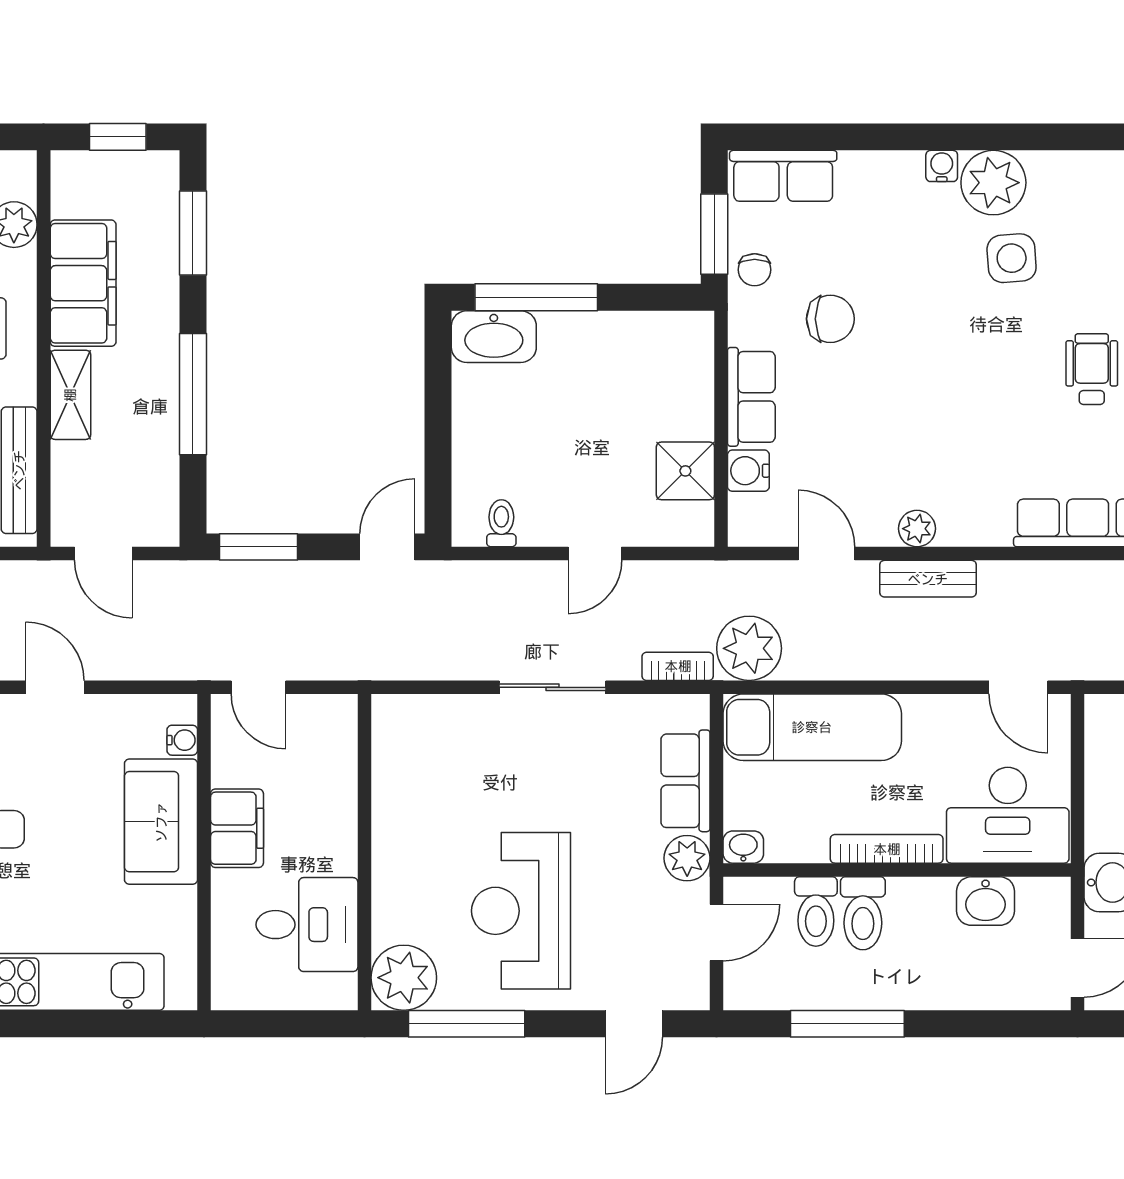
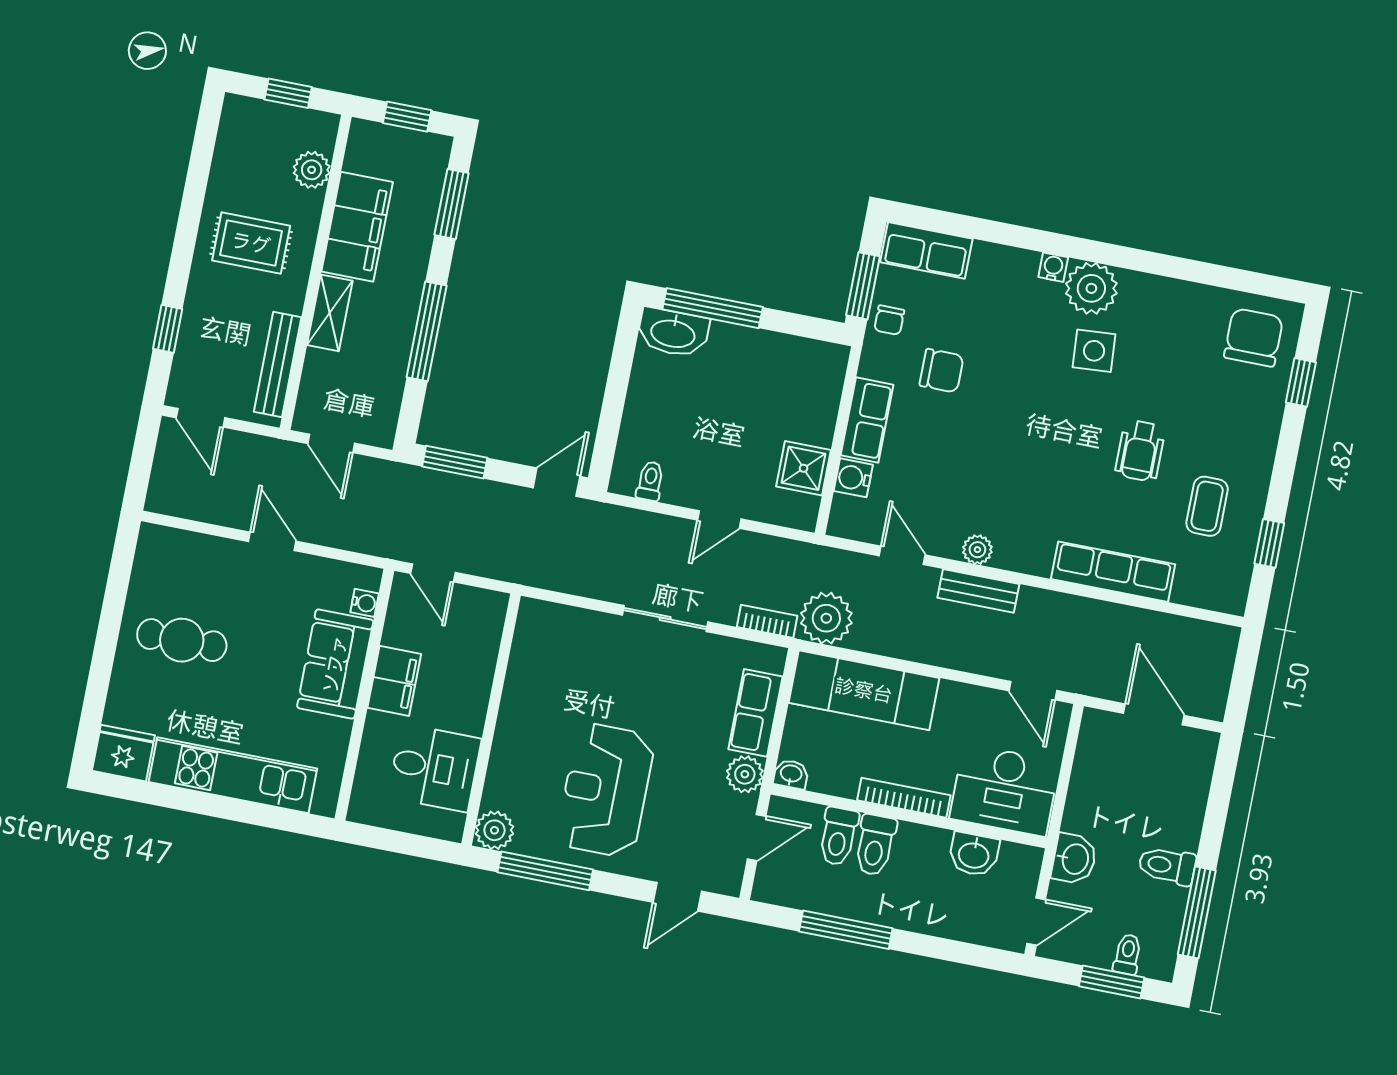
wheelchair: (1092, 369) -> (1140, 451), turned 180
plant: (404, 978) -> (494, 830), width x0.73, depth x0.73

